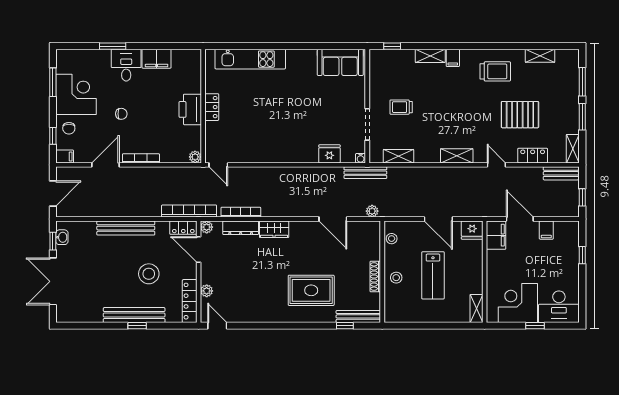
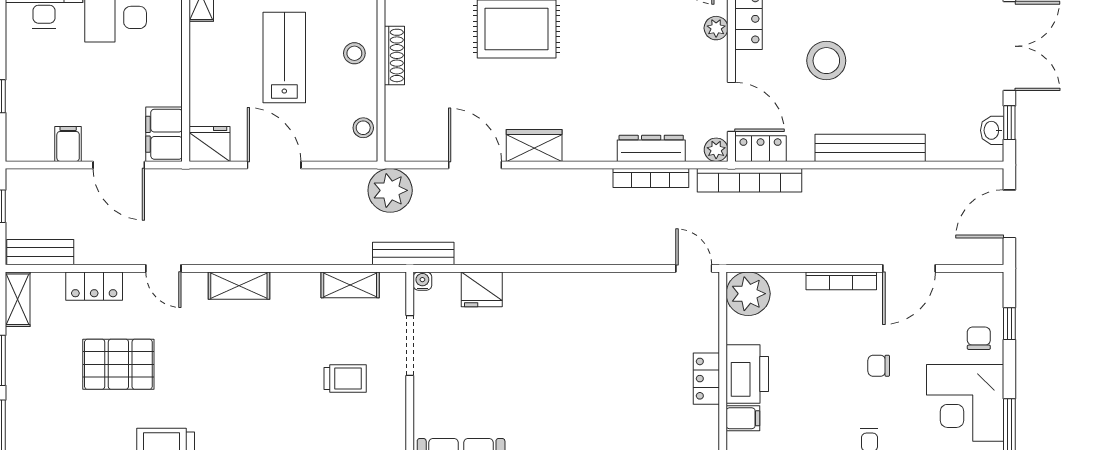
filing cabinet: (65, 156) -> (743, 418), moved, turned 180
plant: (195, 157) -> (748, 294), width x1.88, depth x1.88
plant: (372, 211) -> (390, 190), width x1.88, depth x1.88
wardrobe: (274, 229) -> (534, 145), moved

